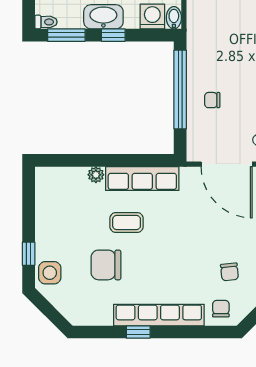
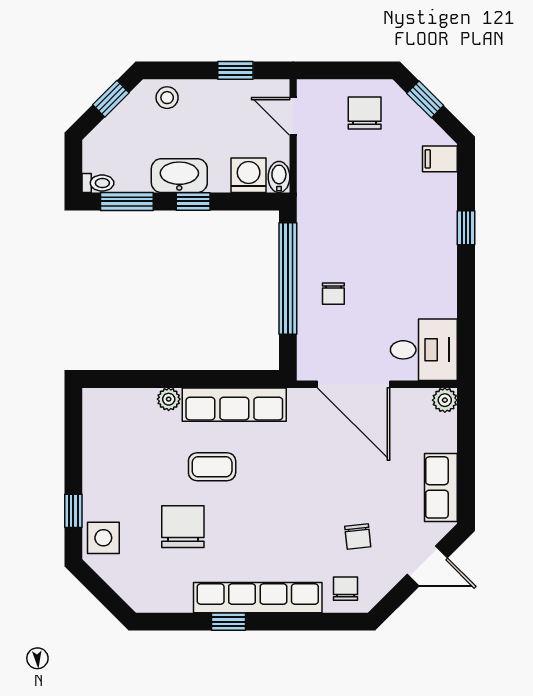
chair: (212, 100) -> (333, 294), turned -90
chair: (106, 265) -> (183, 527), turned 90

